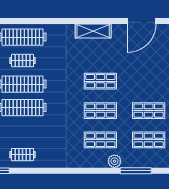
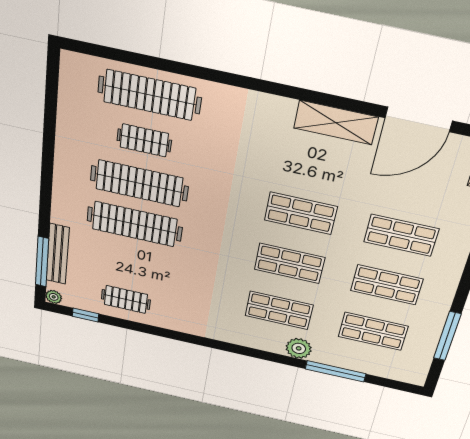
shelving: (93, 31) -> (336, 123), moved
shop shelf: (149, 81) -> (401, 235), added

